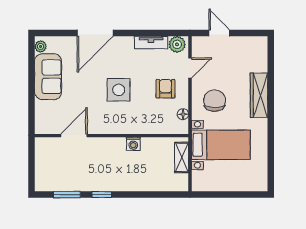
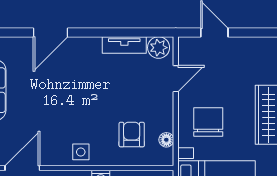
door: (95, 33) -> (50, 33), width x0.73
armchair: (166, 89) -> (132, 135), moved
side table: (119, 90) -> (81, 152), moved, width x0.54, depth x0.54

